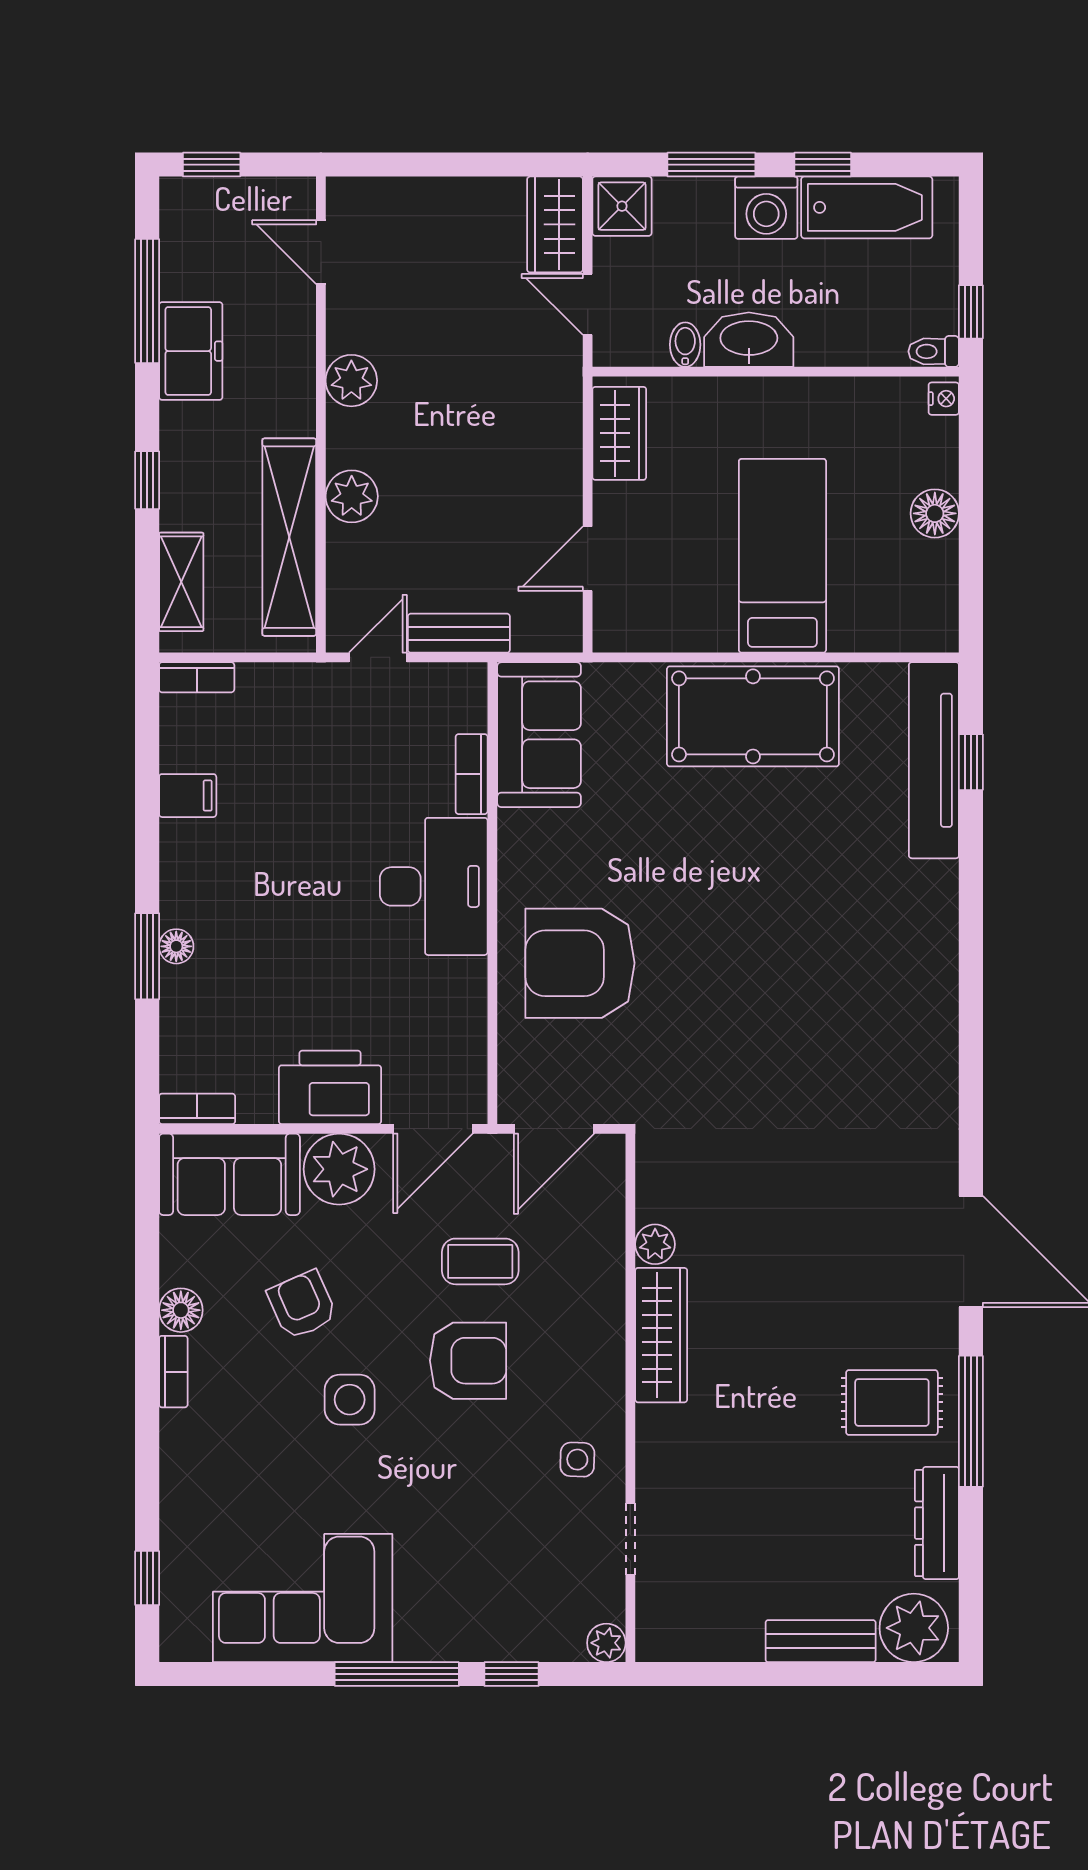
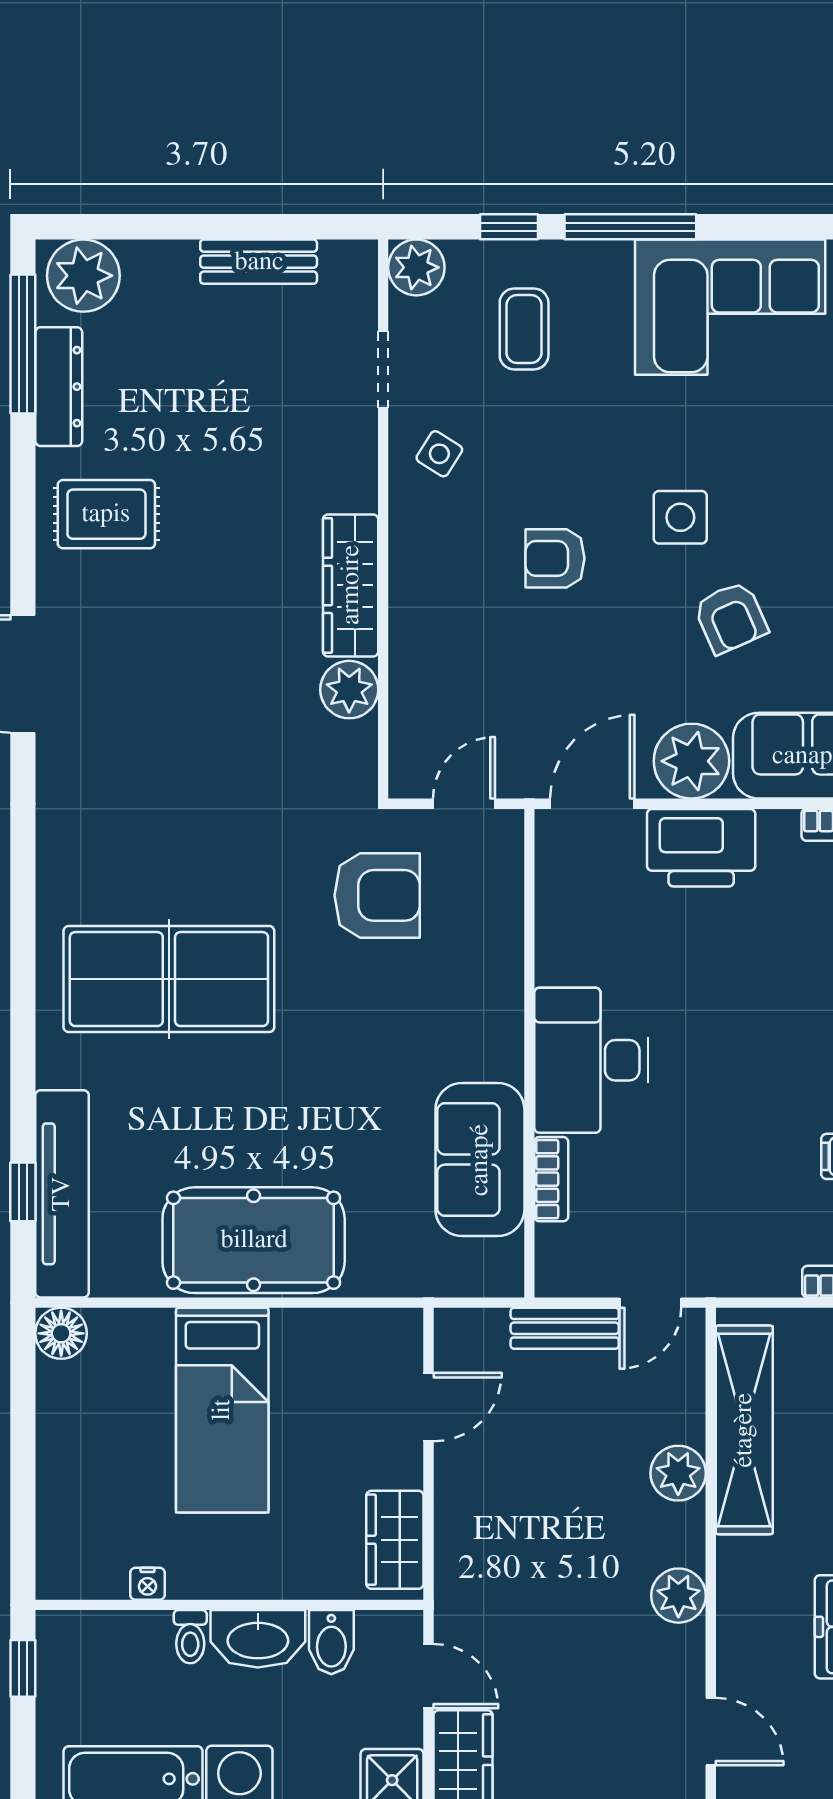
bidet: (685, 345) -> (331, 1642), width x1.38, depth x1.36
toilet: (934, 351) -> (190, 1637), moved, turned 90
nightstand: (944, 399) -> (147, 1584), moved, turned -90
floor lamp: (935, 513) -> (61, 1333), moved
sofa: (539, 735) -> (480, 1160), moved
armchair: (580, 963) -> (377, 895), moved, width x0.73, depth x0.73
table tennis table: (833, 963) -> (169, 979), added
door: (554, 1129) -> (464, 804), width x0.73
plant: (655, 1244) -> (349, 690), width x1.38, depth x1.38
coffee table: (480, 1261) -> (524, 329), moved, turned 90
armchair: (468, 1361) -> (555, 558), width x0.72, depth x0.72
window: (971, 1421) -> (23, 344), moved
side table: (577, 1460) -> (439, 454), turned 30
bench: (821, 1641) -> (259, 262), moved
plant: (606, 1643) -> (416, 267), width x1.38, depth x1.38

